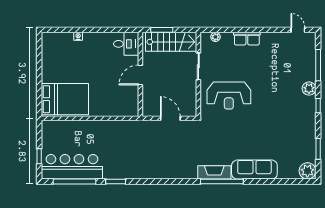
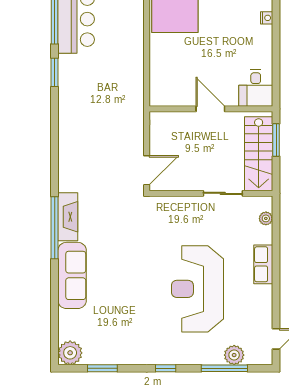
plant: (309, 89) -> (234, 355), moved
reception desk: (229, 96) -> (197, 289), moved, width x1.36, depth x1.30
door: (170, 118) -> (147, 170), moved

